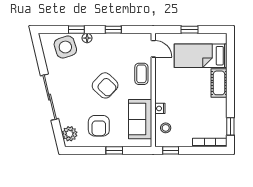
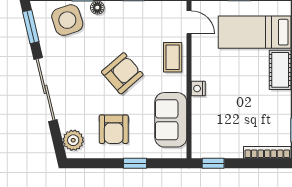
window: (39, 52) -> (31, 27), added
armchair: (105, 85) -> (122, 73), turned -84
nightstand: (160, 108) -> (198, 89), moved
stool: (166, 128) -> (206, 132), removed

